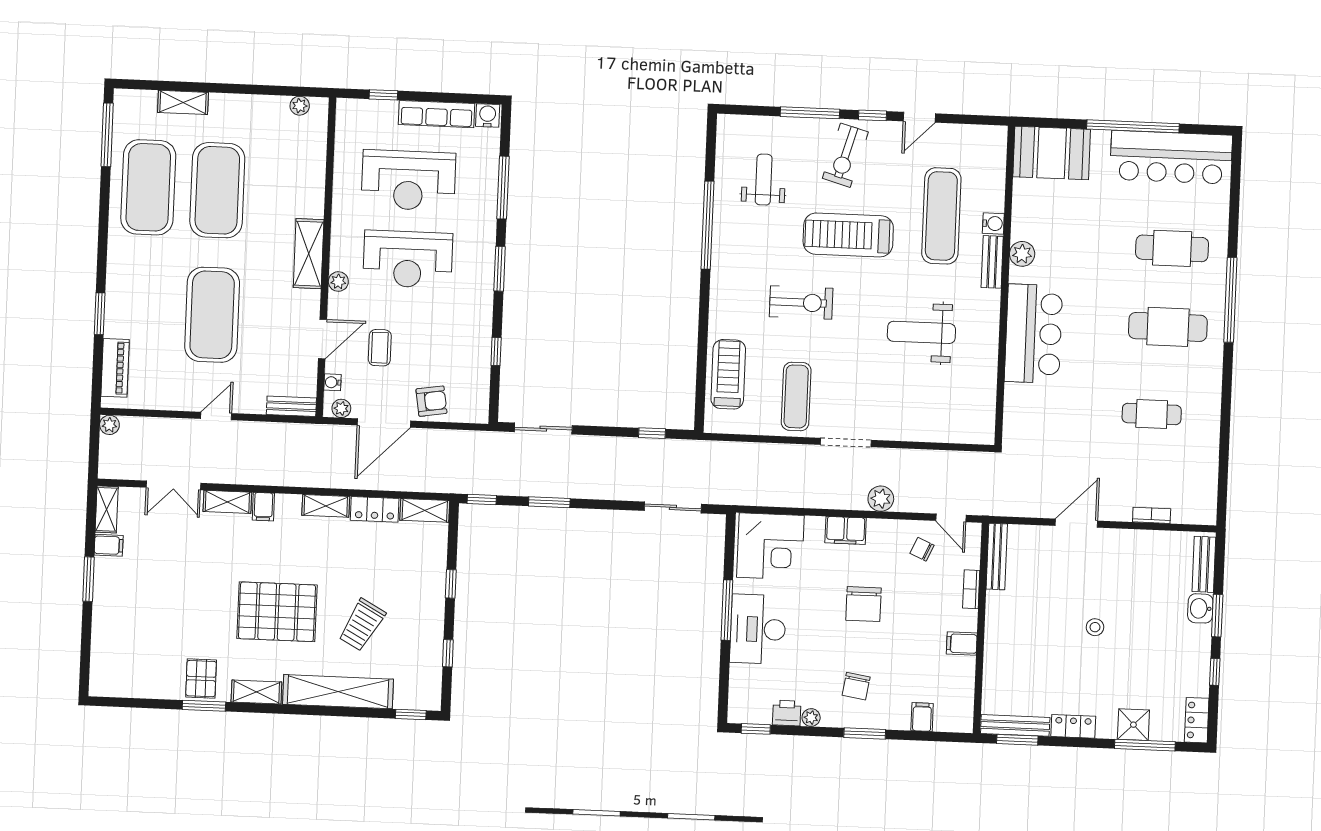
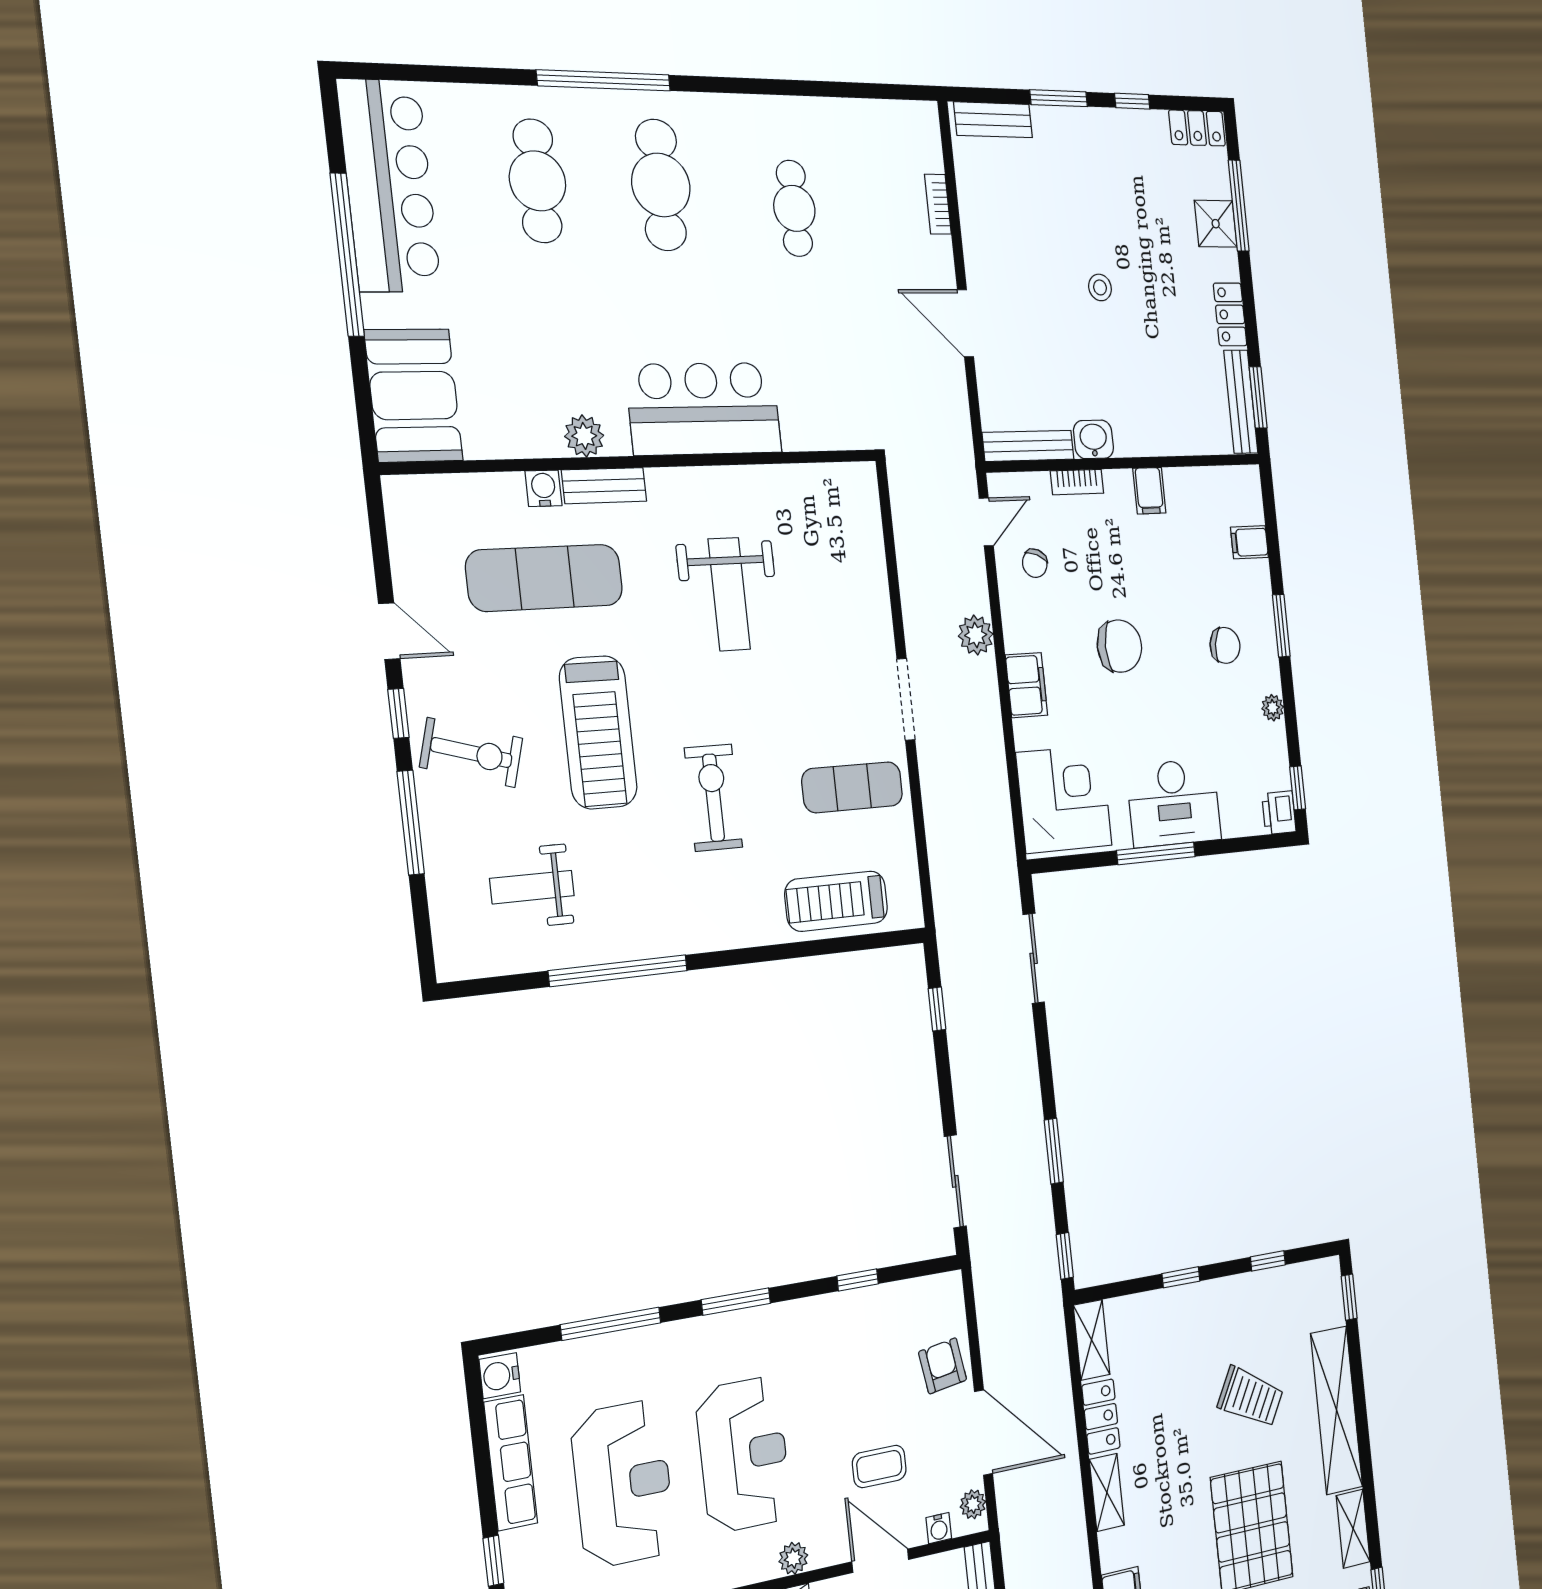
washbasin: (1200, 608) -> (1093, 439), moved, turned 180
printer: (787, 713) -> (1279, 813), moved

